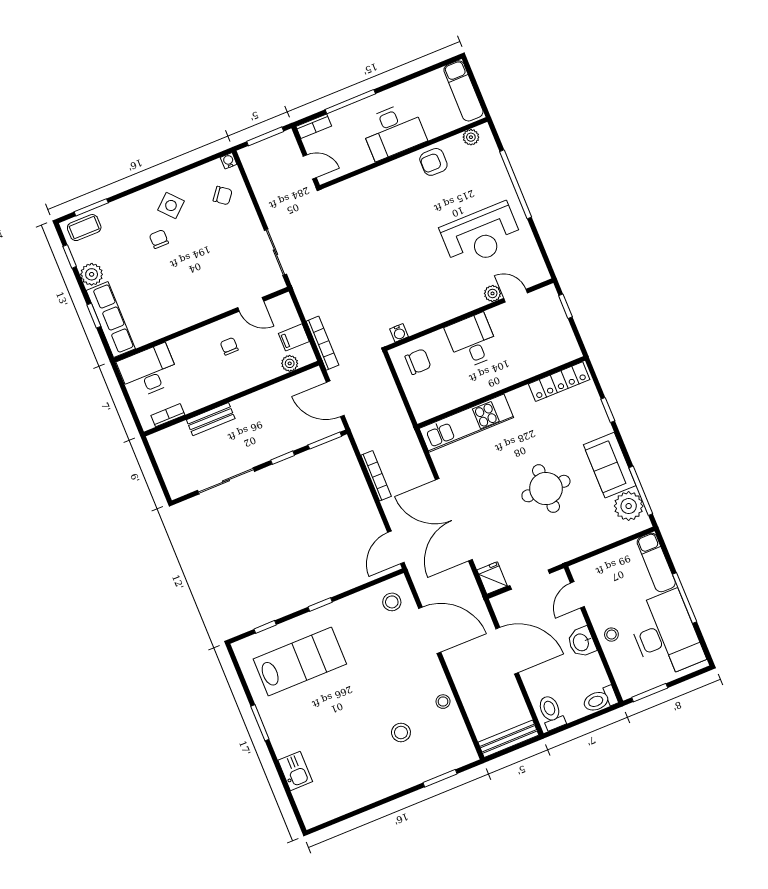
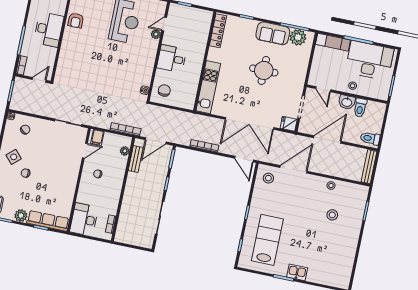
filing cabinet: (294, 337) -> (97, 137), moved
bench: (211, 419) -> (136, 159), moved
toilet: (600, 700) -> (360, 108), moved
kitchen sink: (295, 771) -> (297, 272), moved

